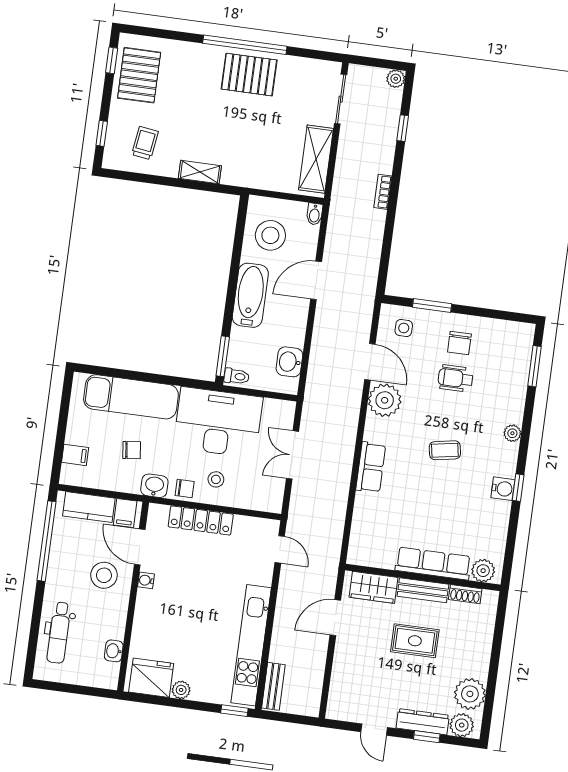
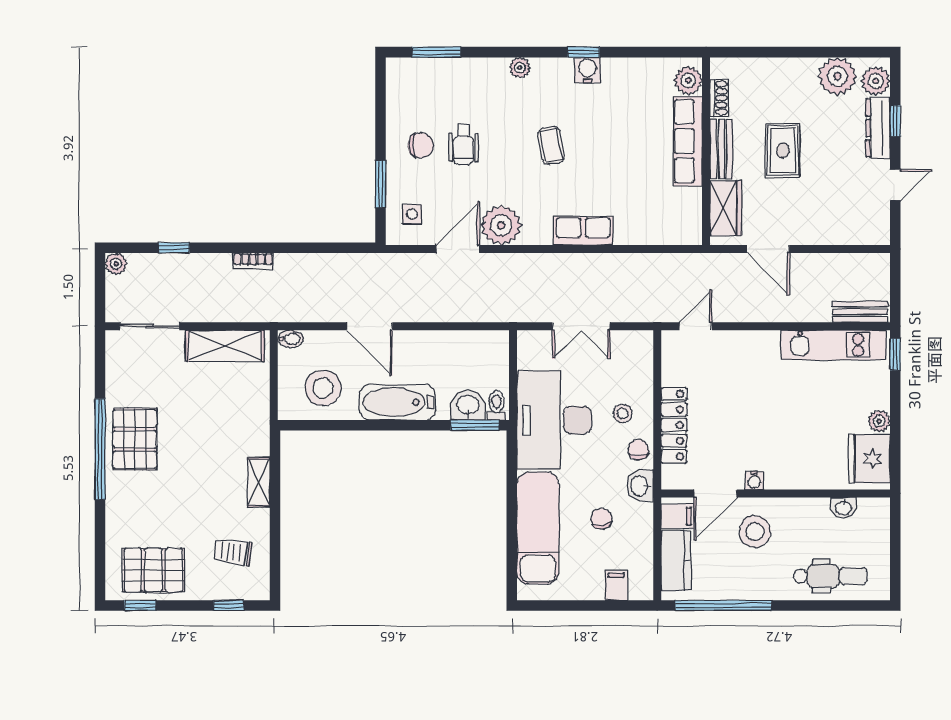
washbasin: (289, 362) -> (468, 405), moved, turned 180
kitchen unit: (251, 645) -> (834, 345), width x0.73

